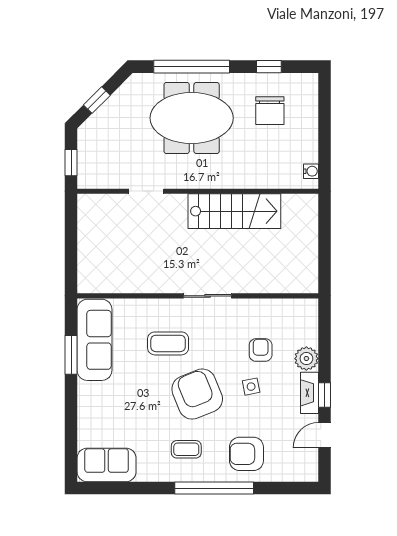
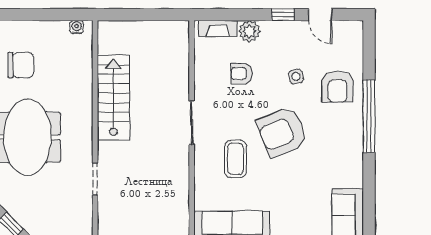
side table: (251, 387) -> (296, 76), moved
fireplace: (309, 393) -> (218, 28), moved
coffee table: (186, 449) -> (333, 142), removed

